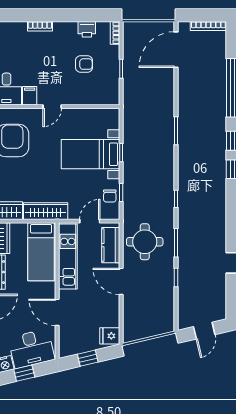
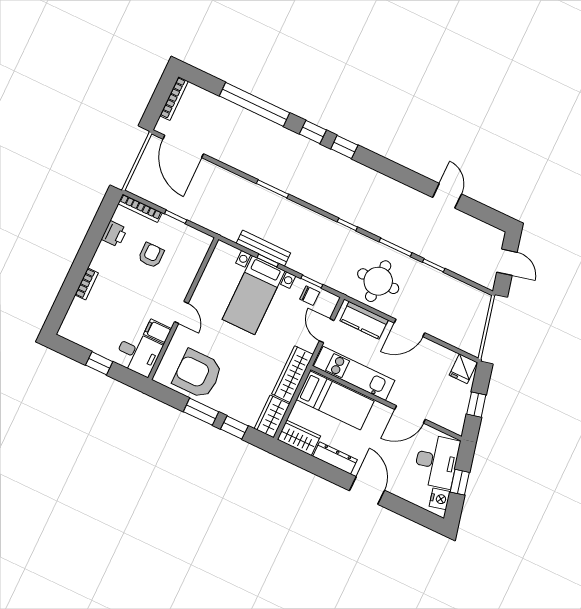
bookcase: (115, 33) -> (140, 208), width x1.56
bench: (129, 145) -> (263, 248), added

